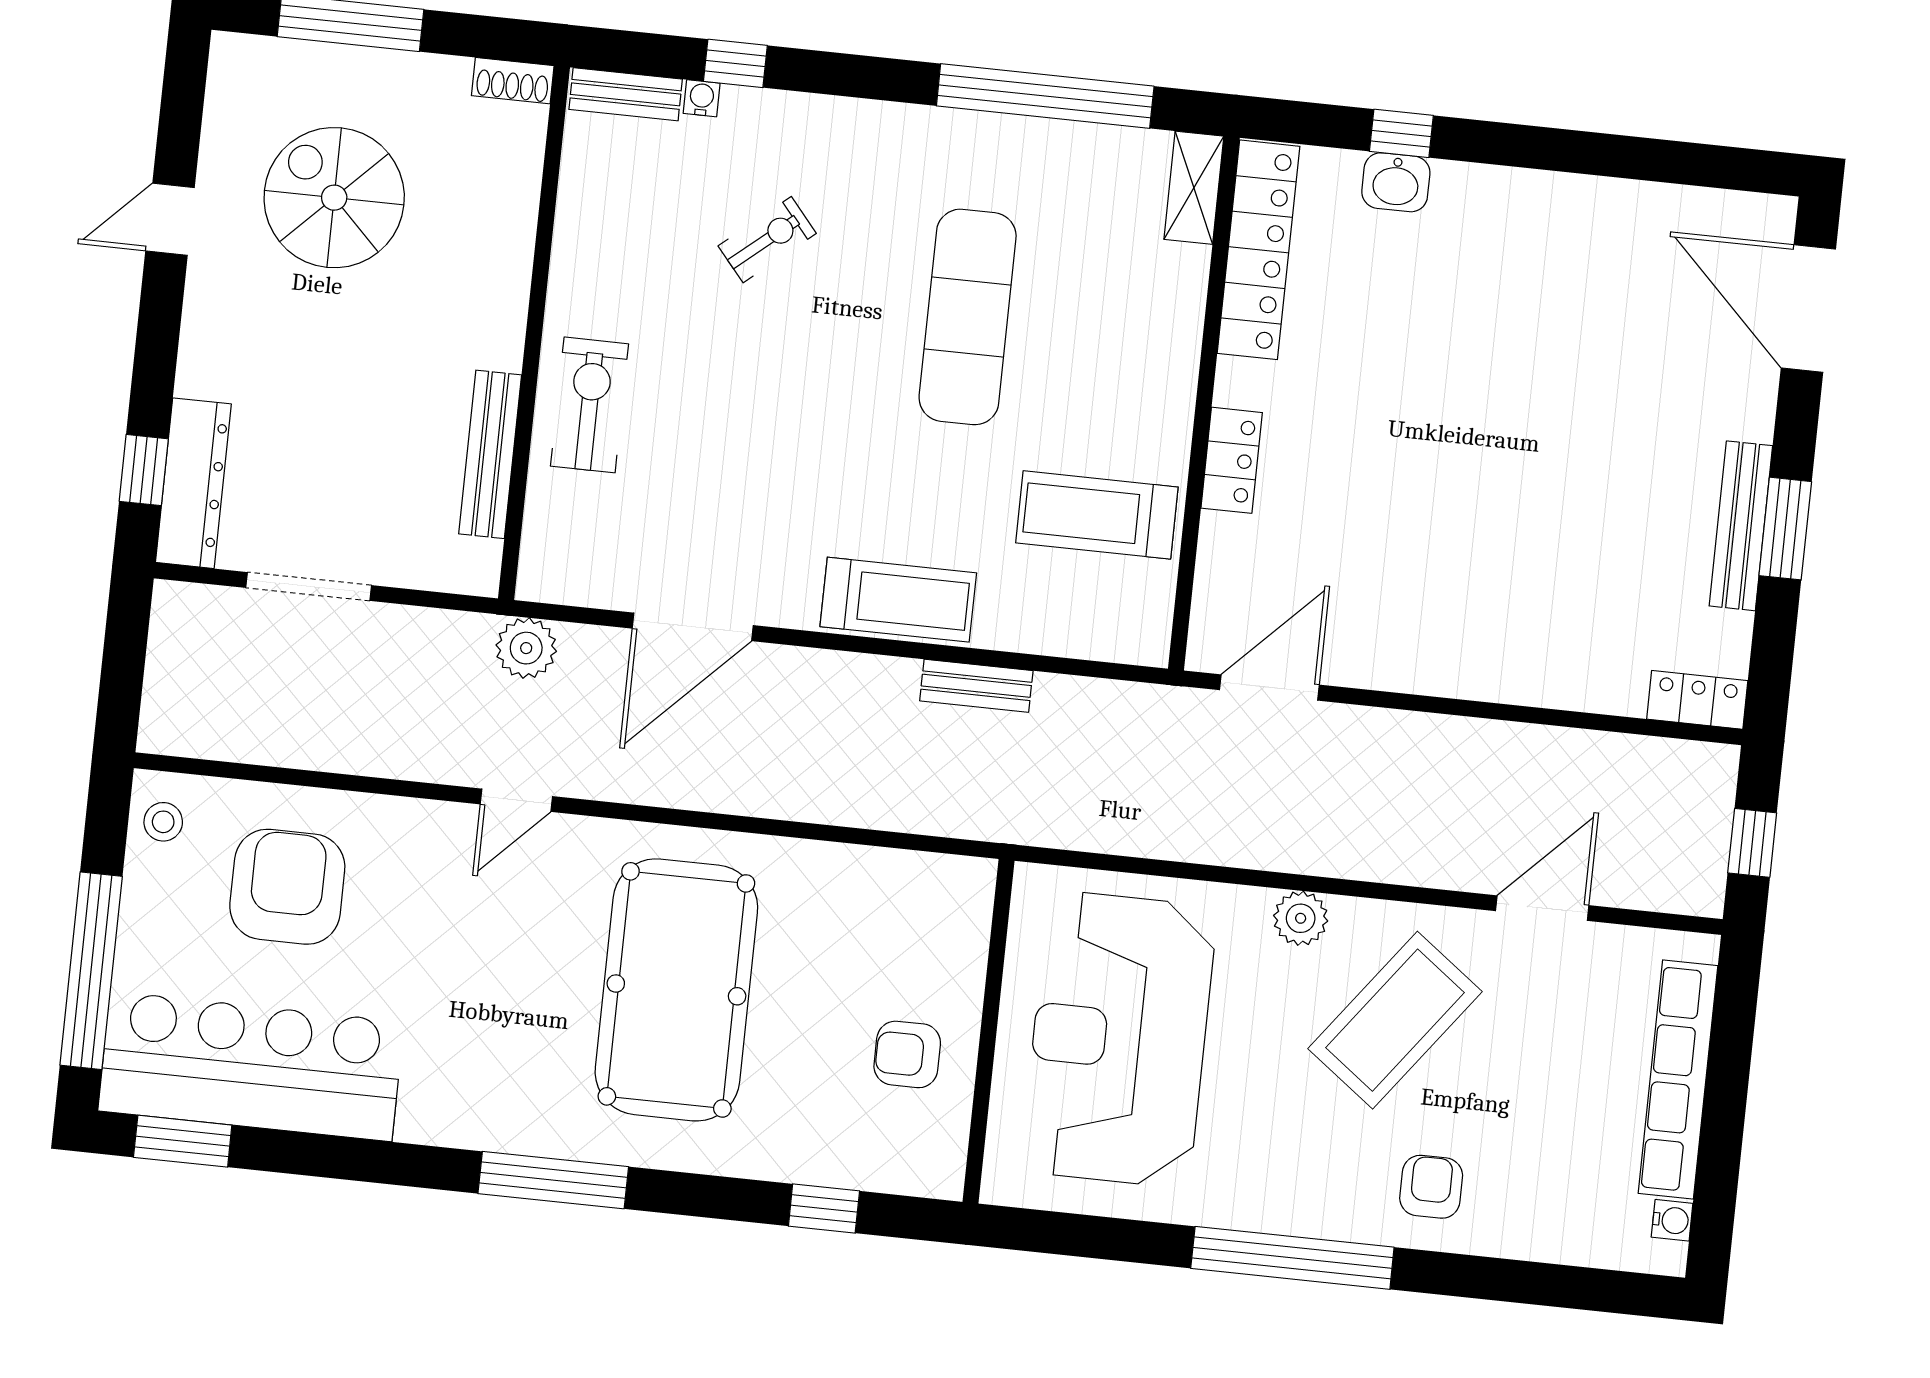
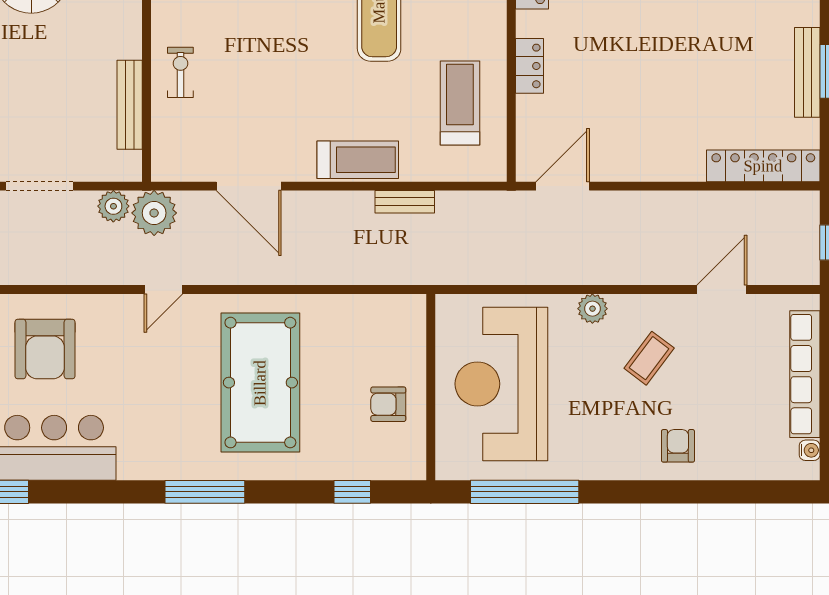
exercise bike: (590, 405) -> (180, 72), width x0.73, depth x0.72
treadmill: (1097, 515) -> (460, 103), turned 90
door: (693, 627) -> (249, 186), hinge flipped
plant: (441, 638) -> (113, 206), added
plant: (526, 648) -> (154, 213), width x1.36, depth x1.36
locker: (1697, 700) -> (763, 166), width x2.16, depth x1.21
armchair: (287, 887) -> (45, 349), turned 180
coffee table: (1395, 1020) -> (649, 358), width x0.54, depth x0.58
window: (1292, 1258) -> (525, 492), moved

